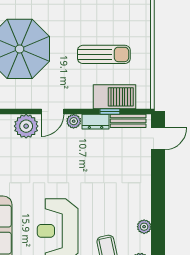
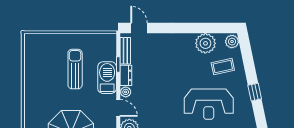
barbecue: (114, 97) -> (107, 78), moved
plant: (144, 227) -> (205, 43), width x1.87, depth x1.87

